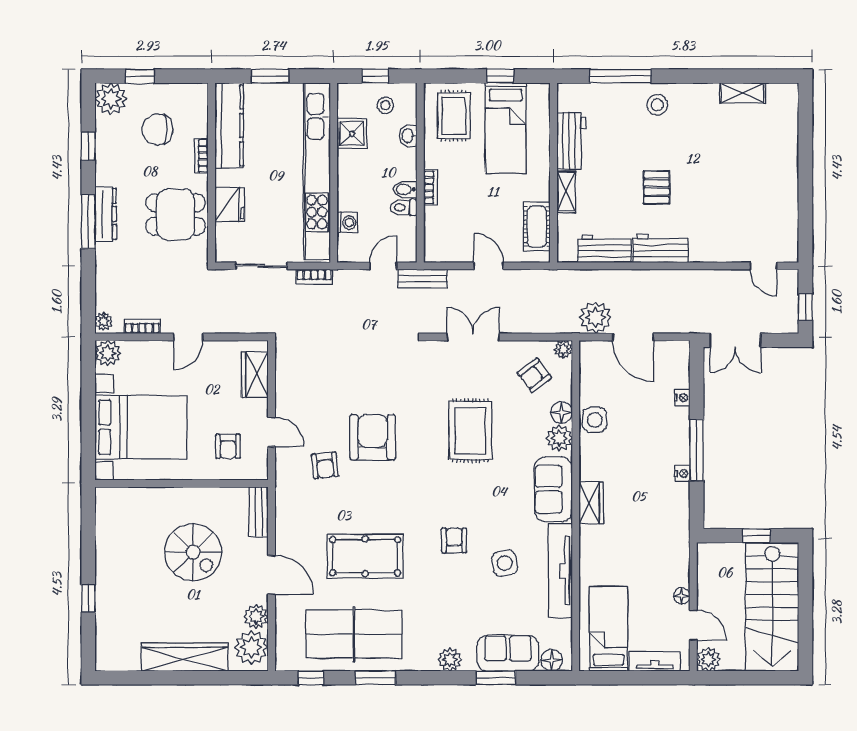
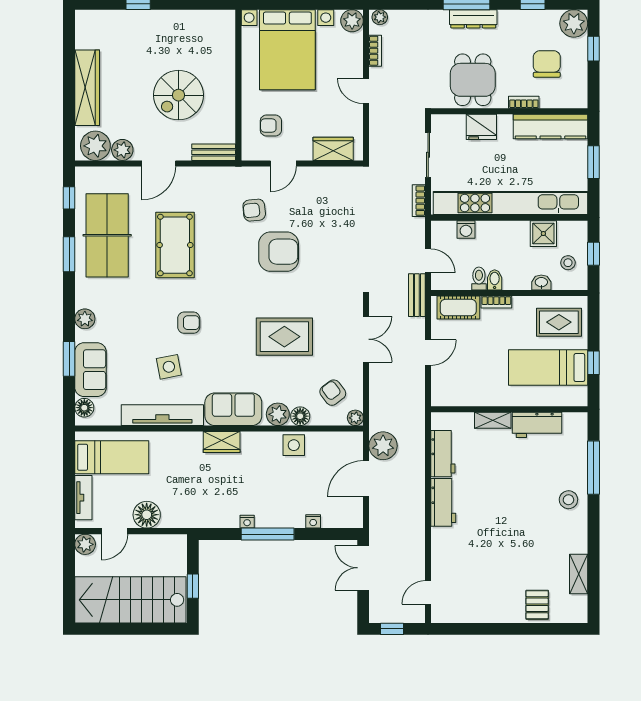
pallet: (657, 187) -> (537, 605), moved, turned 90
cot: (537, 227) -> (458, 308), moved
floor lamp: (682, 596) -> (147, 515), width x1.89, depth x1.89

